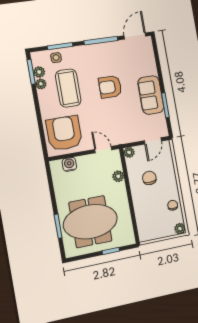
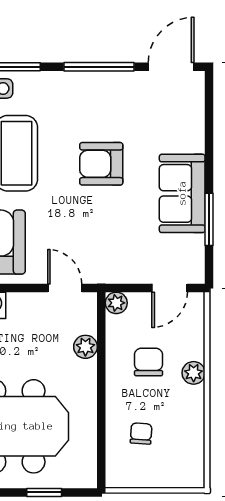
chair: (173, 205) -> (141, 434), moved
plant: (180, 229) -> (194, 373), moved

